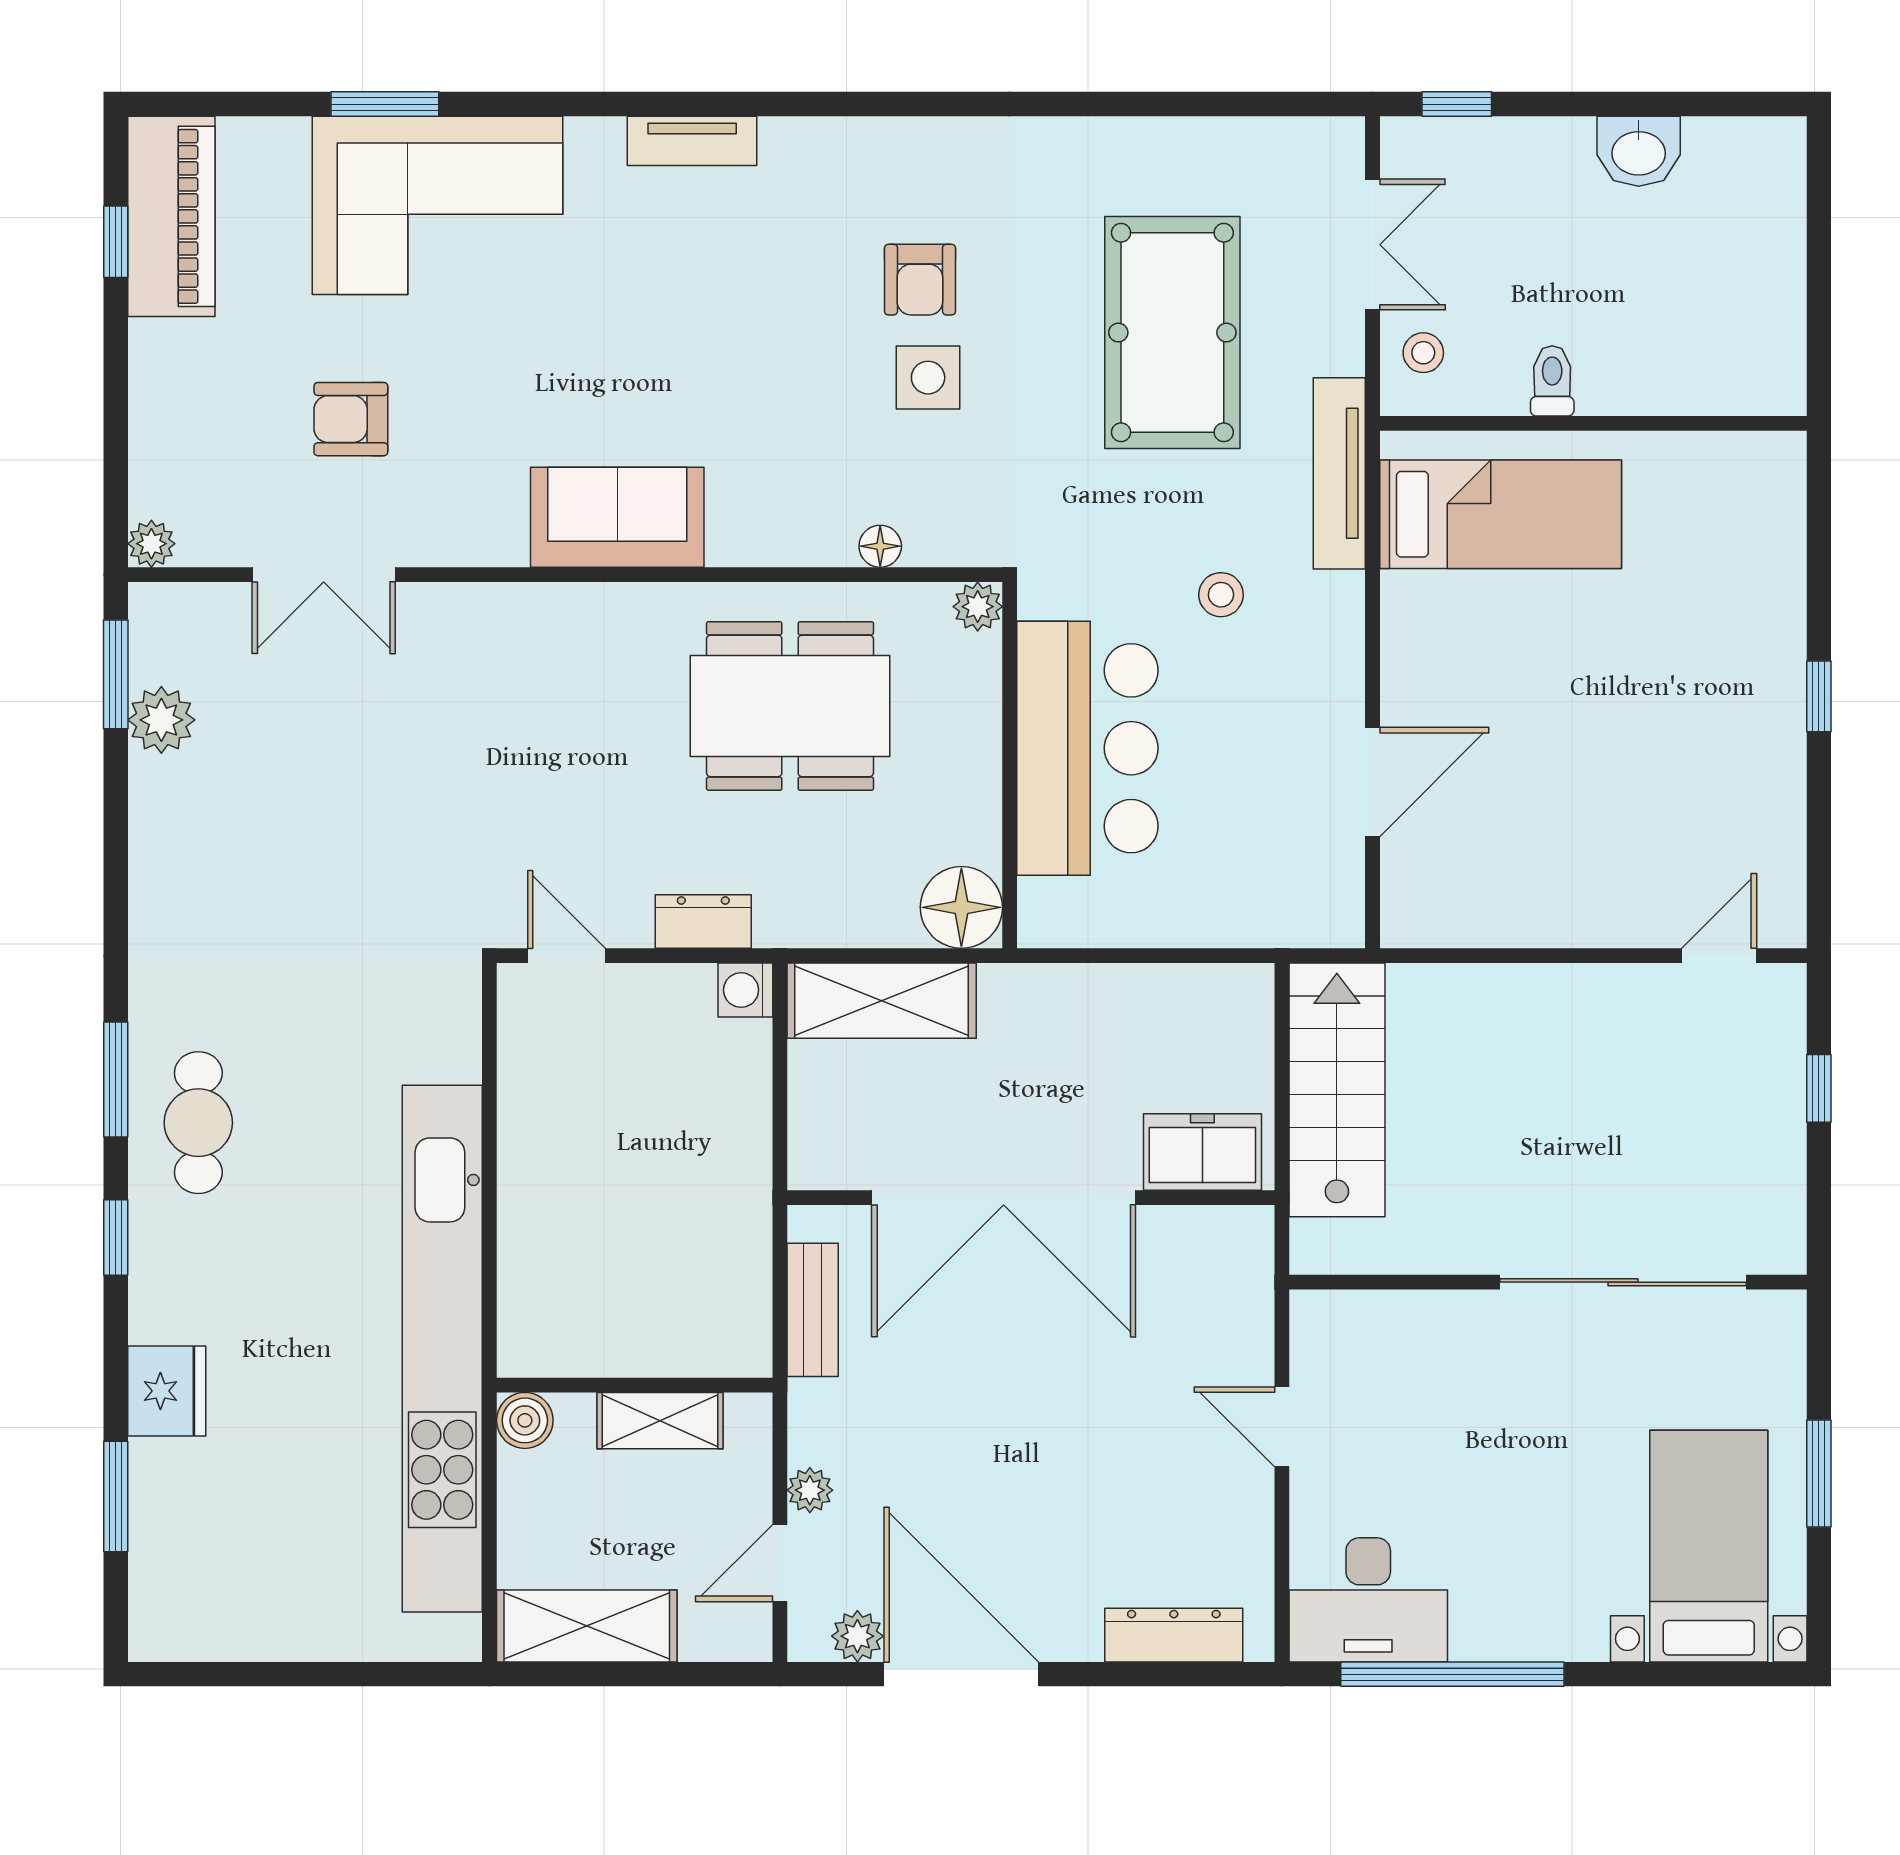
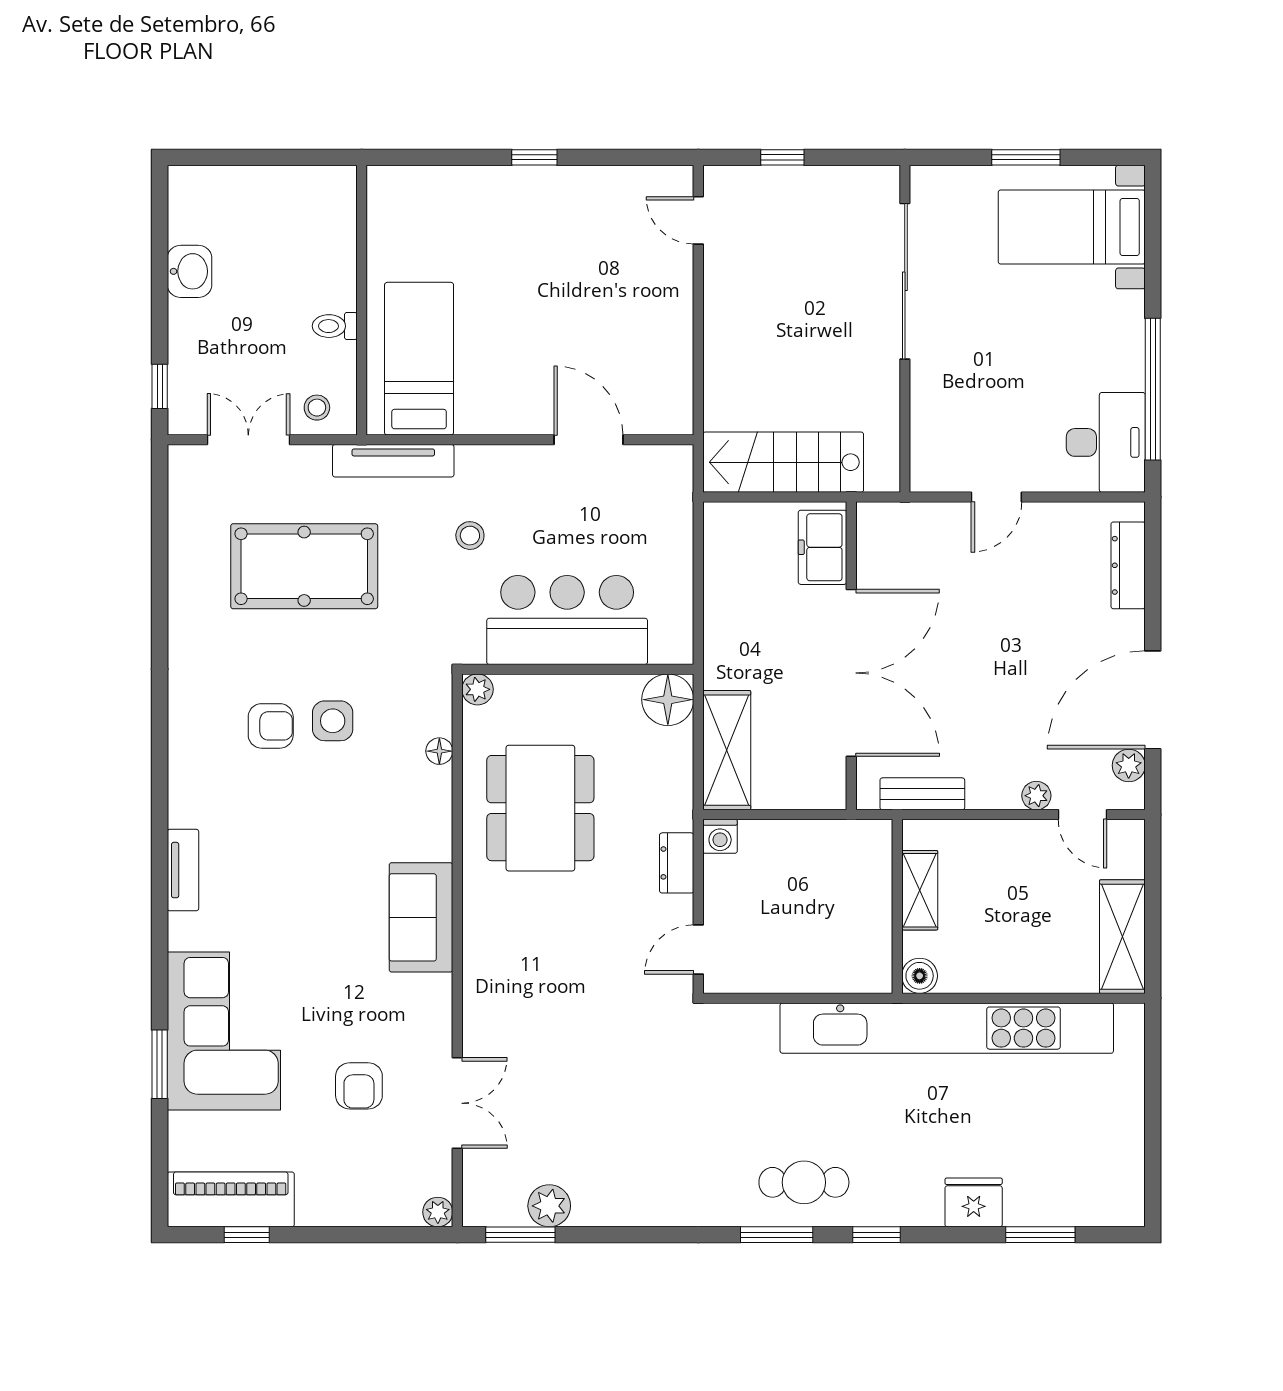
wall: (635, 1385) -> (897, 906), moved
boiler: (525, 1420) -> (920, 976), moved
shelving: (660, 1421) -> (920, 890), moved

